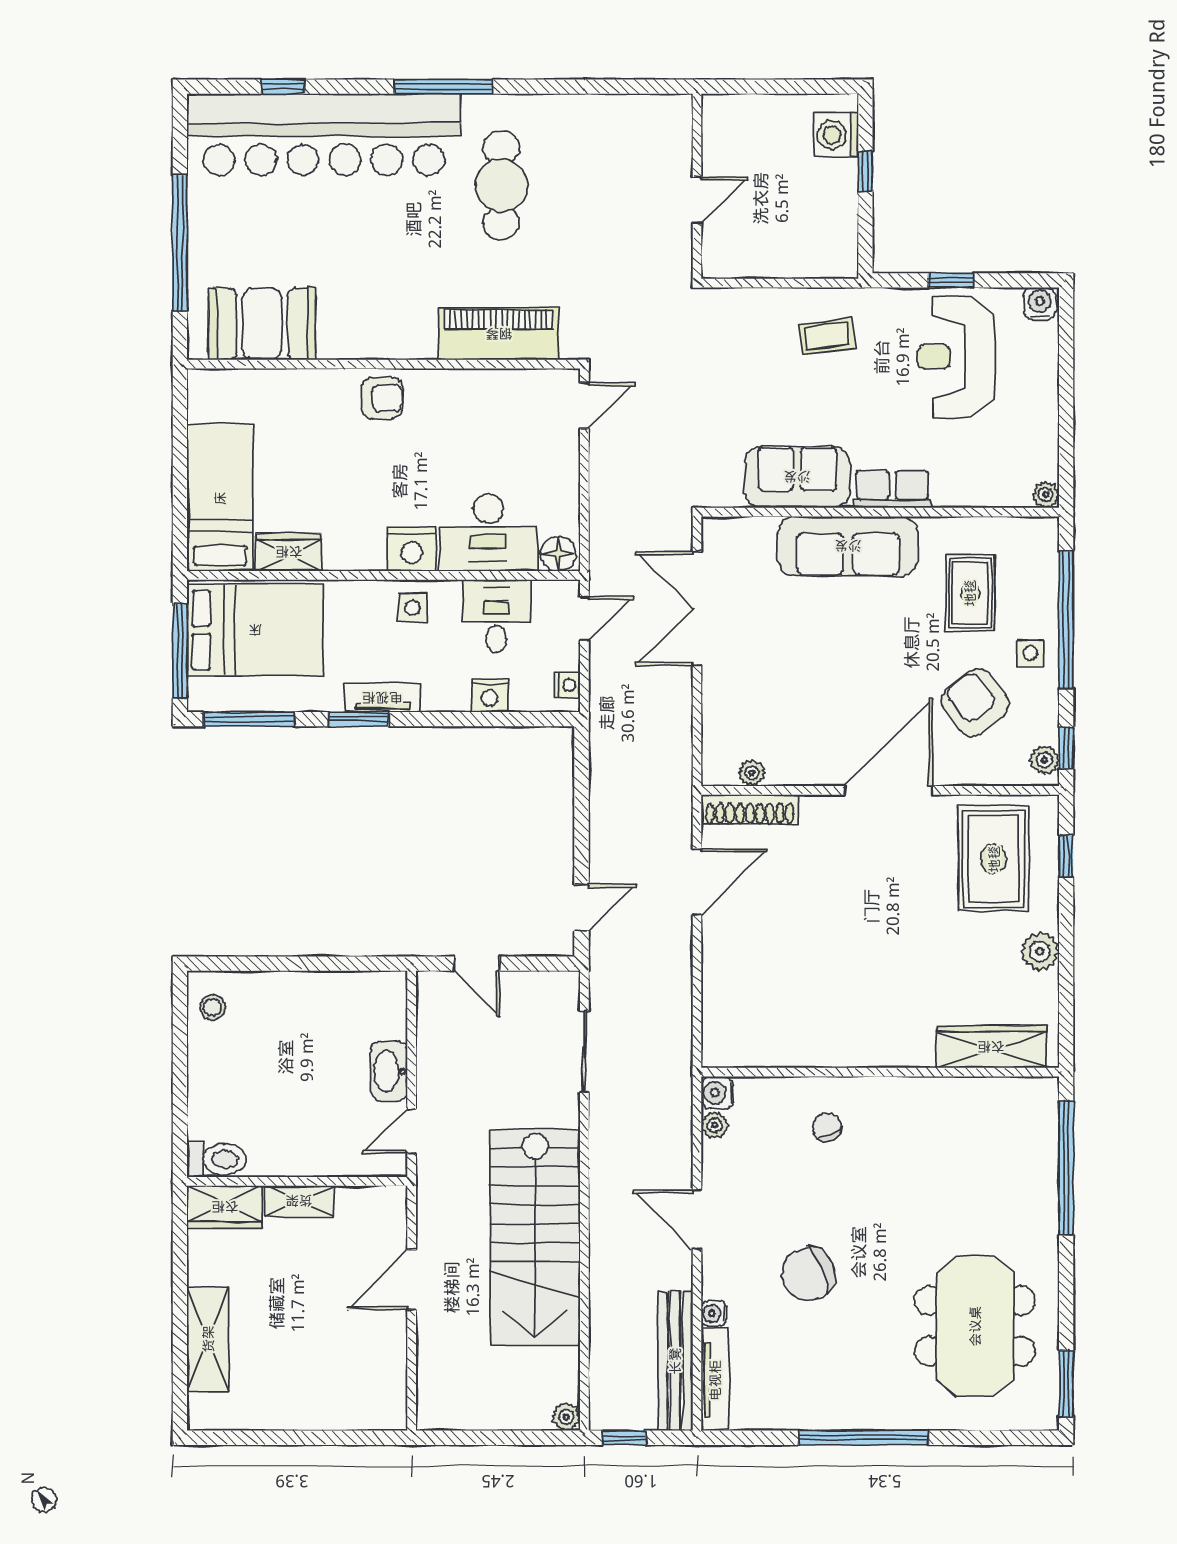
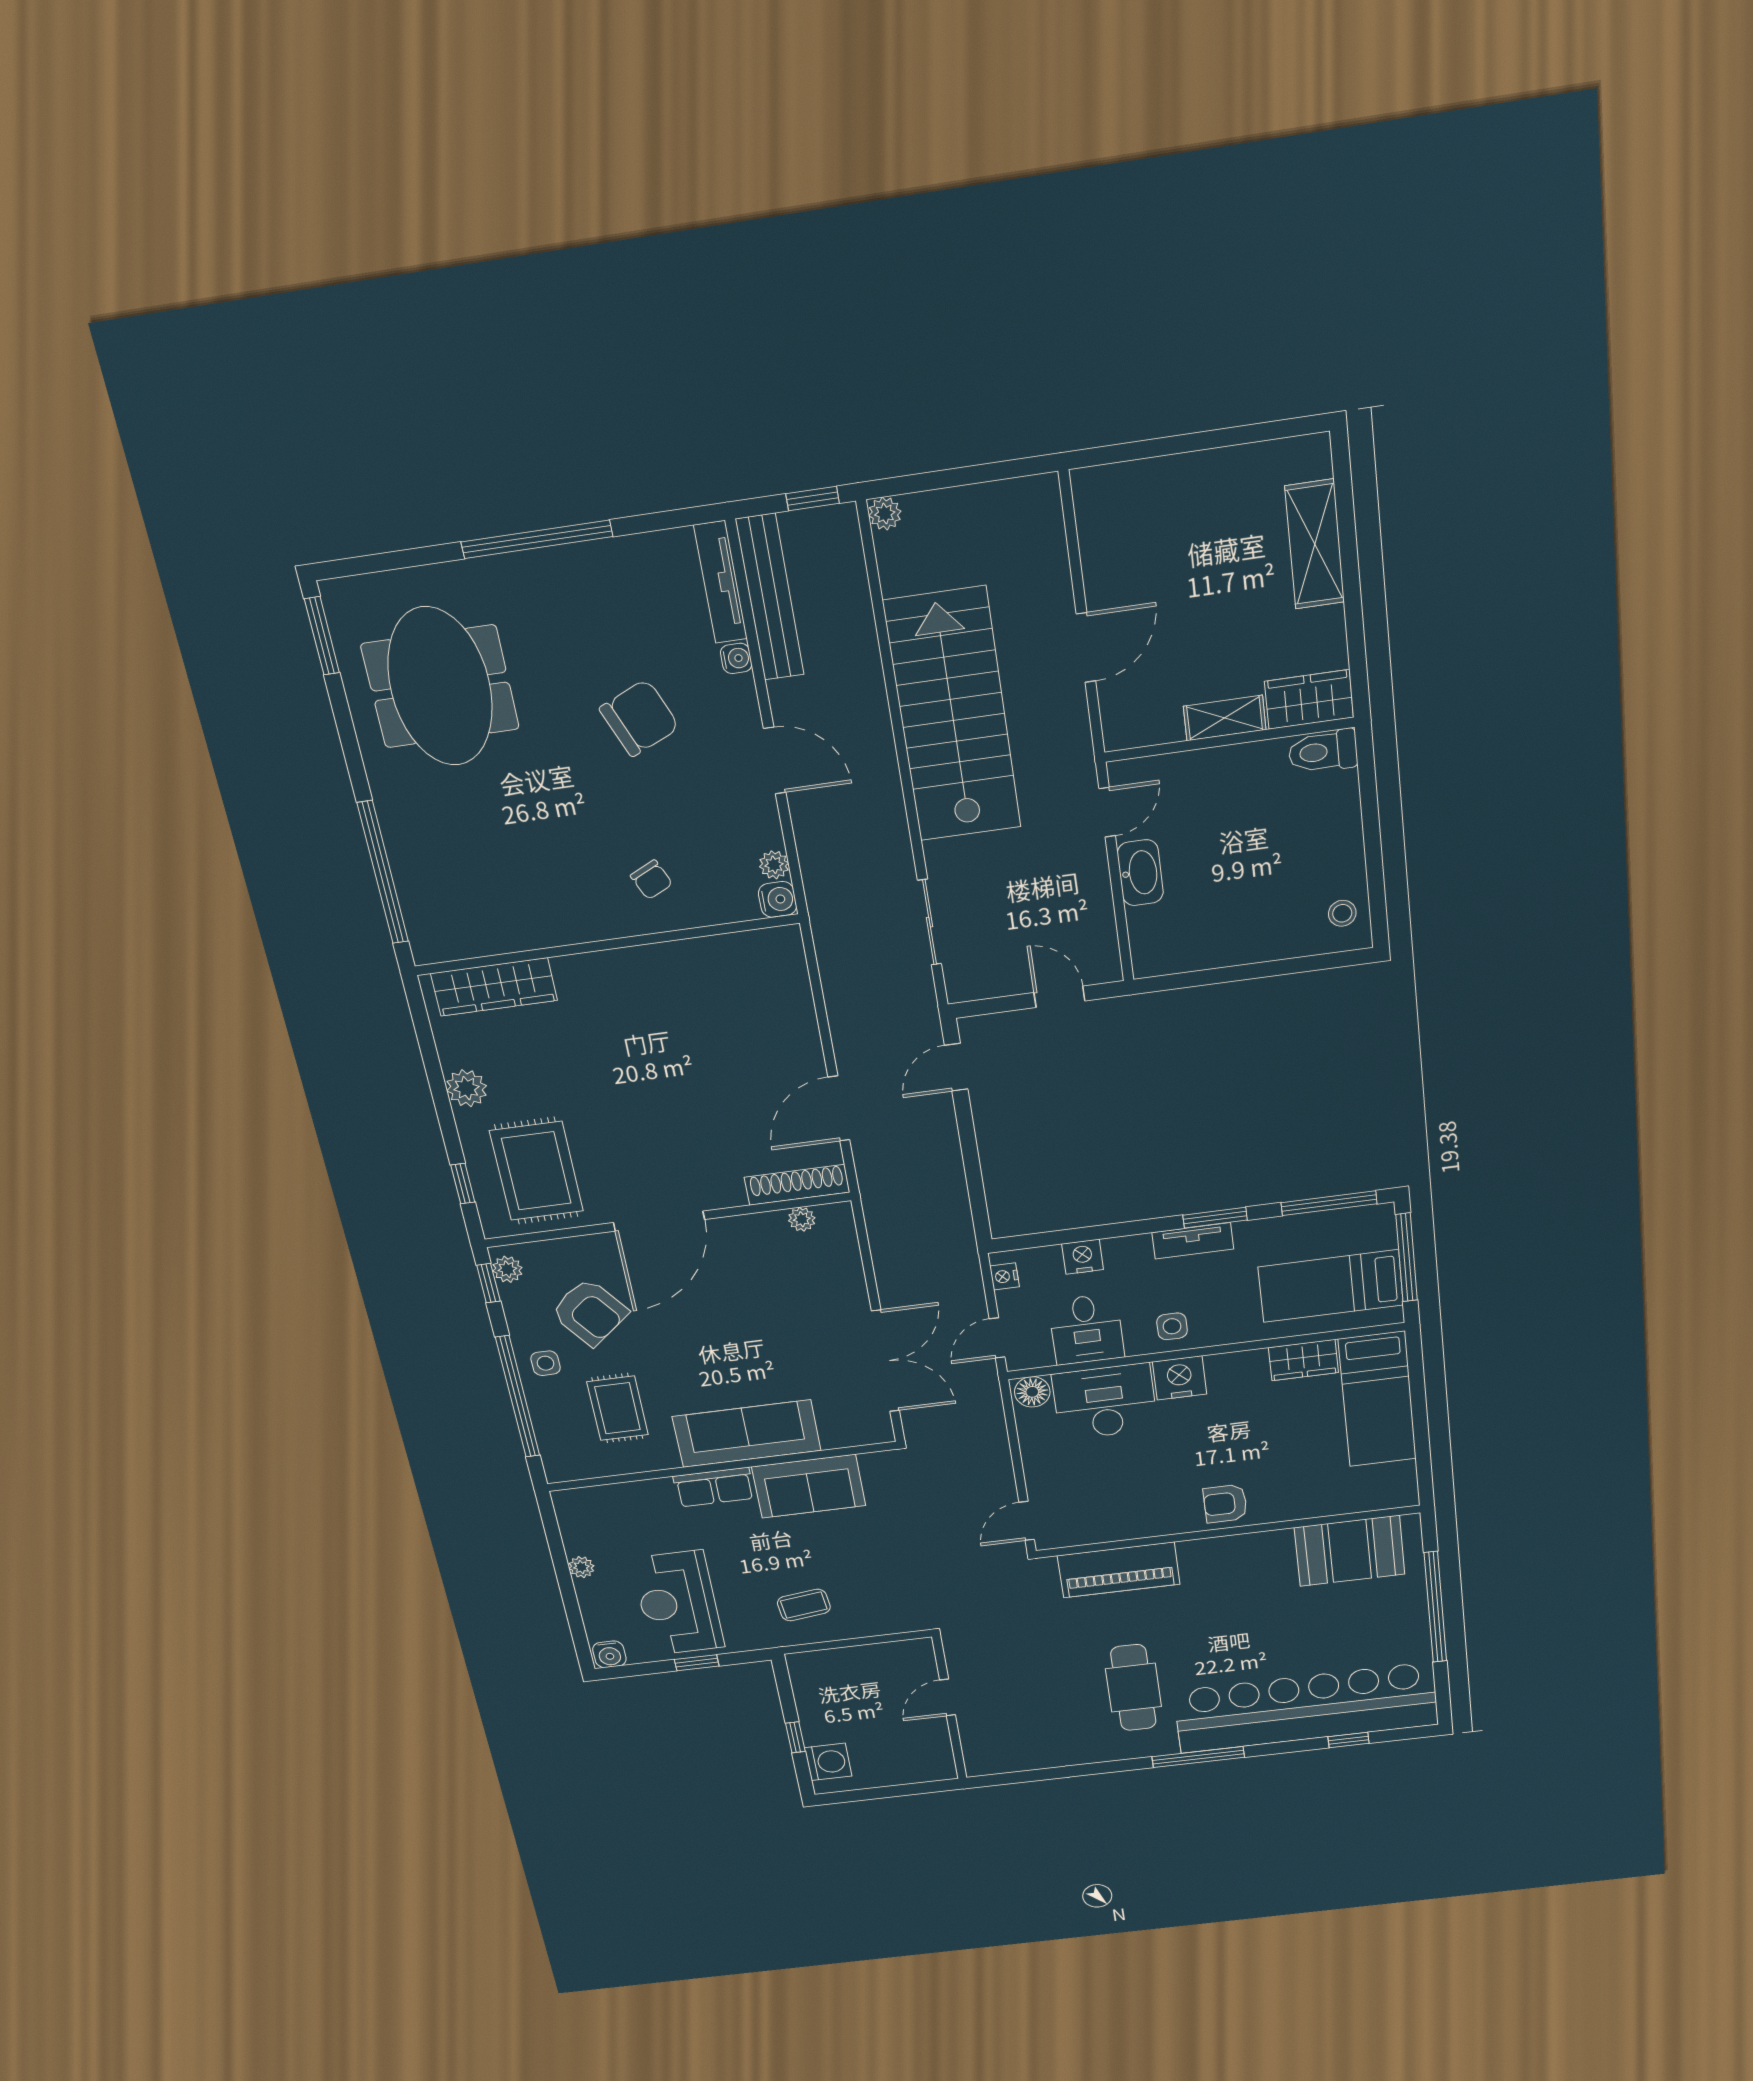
reception desk: (956, 357) -> (678, 1603), turned 180
plant: (1046, 495) -> (581, 1567), moved
bed: (255, 630) -> (1331, 1286), width x0.67

